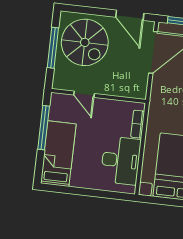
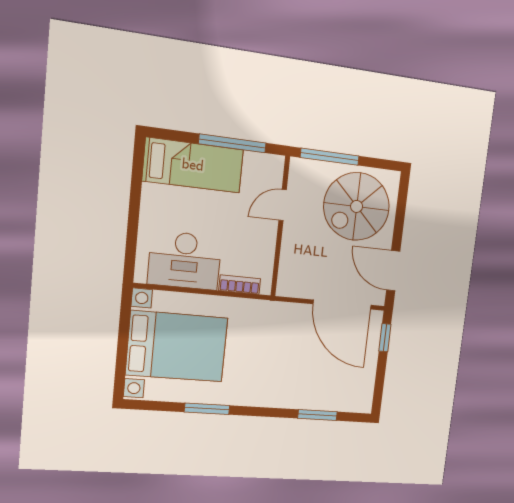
door: (130, 15) -> (393, 271), hinge flipped
window: (53, 48) -> (330, 157), moved

